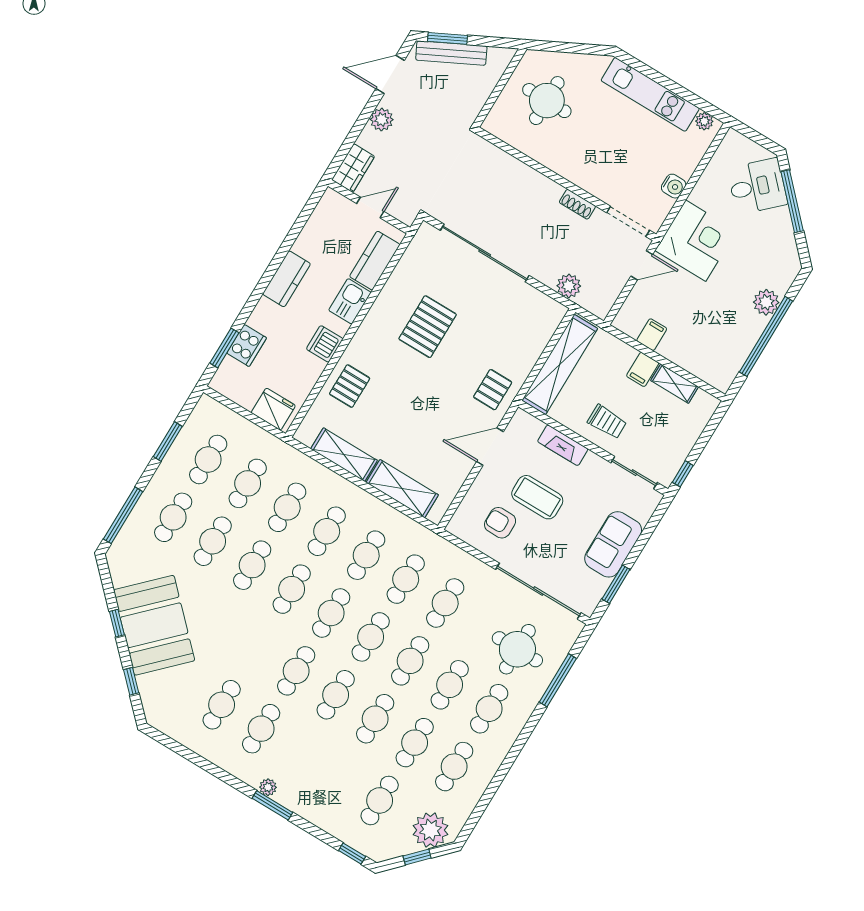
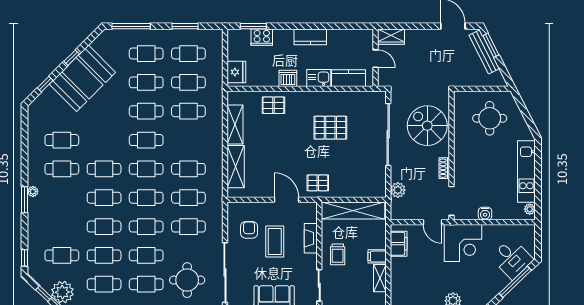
plant: (382, 120) -> (426, 36), removed
spiral stairs: (505, 192) -> (427, 126), added
filing cabinet: (652, 335) -> (399, 244), width x2.00
cafe table: (327, 531) -> (188, 140), removed

